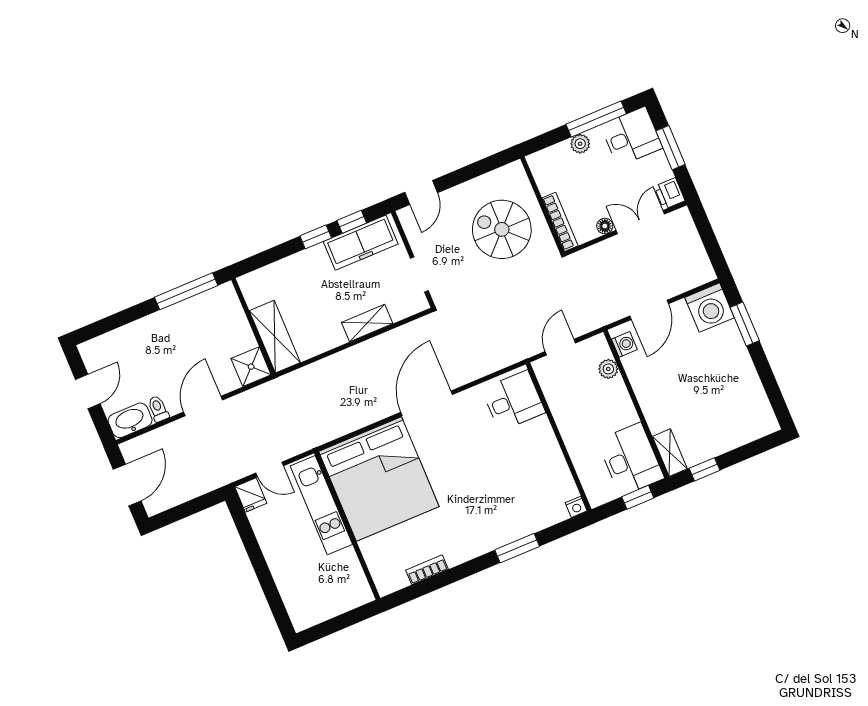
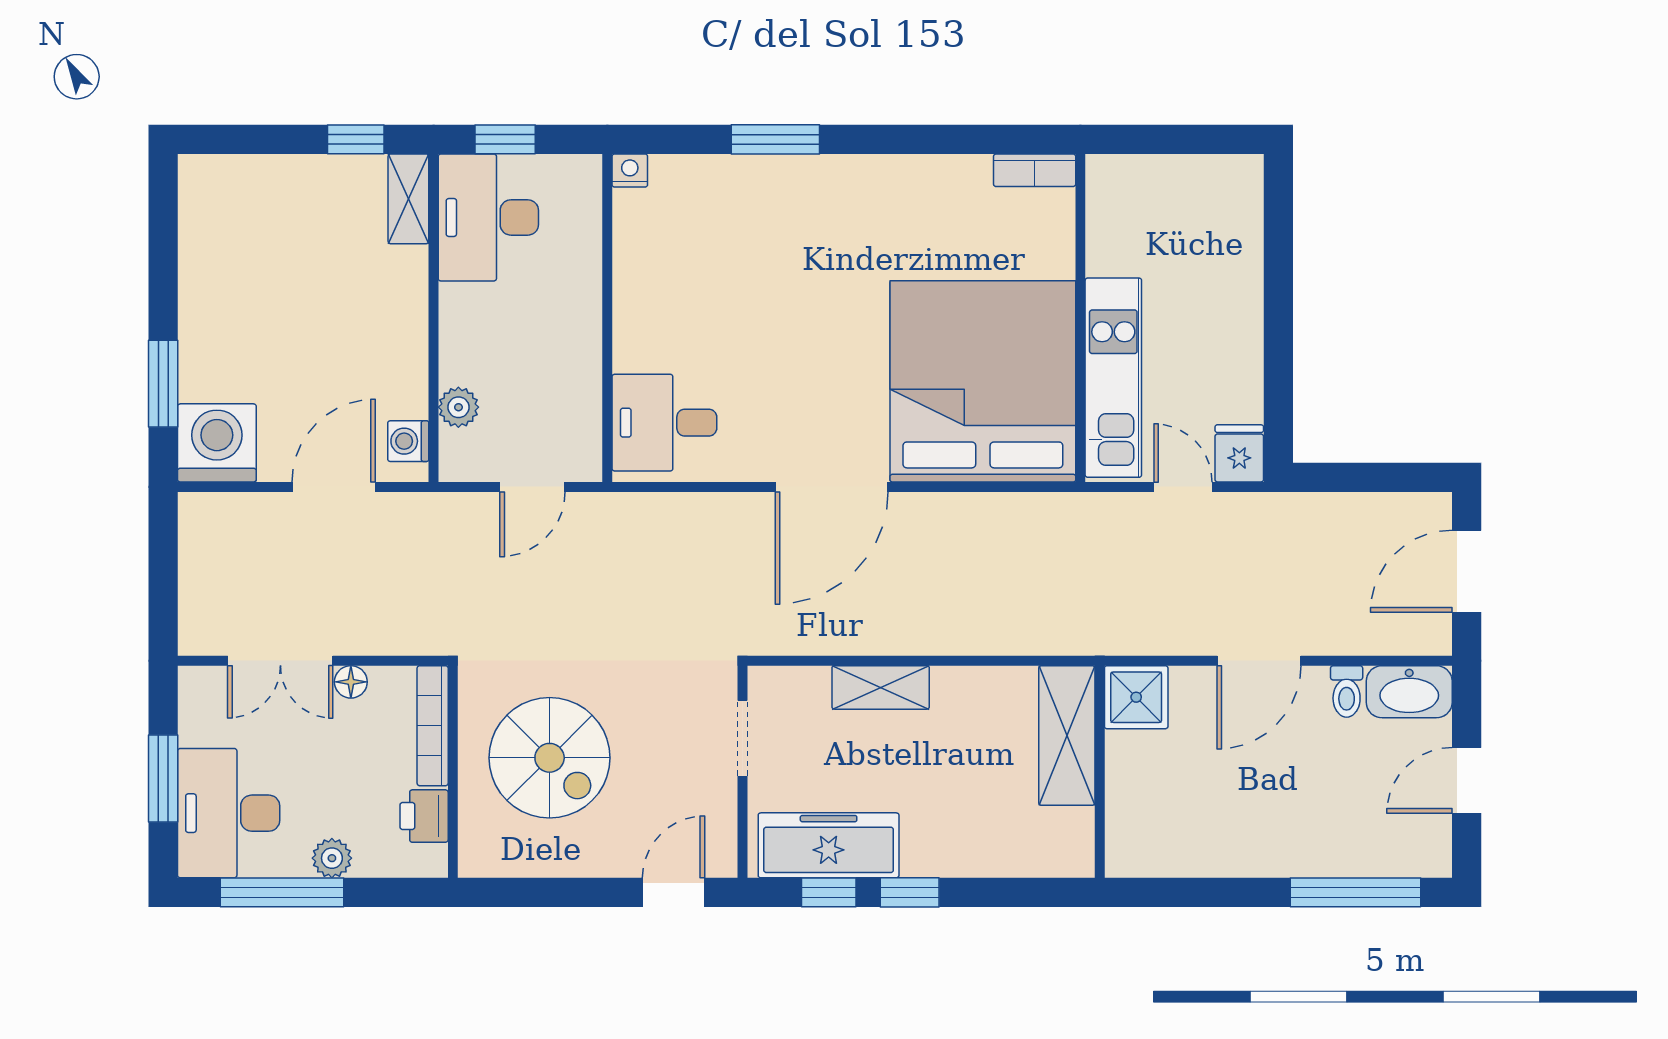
desk: (631, 137) -> (229, 813), width x1.37
printer: (670, 194) -> (424, 816), moved, turned 180
window: (186, 291) -> (1356, 892), moved
bookcase: (427, 570) -> (1035, 170), moved

